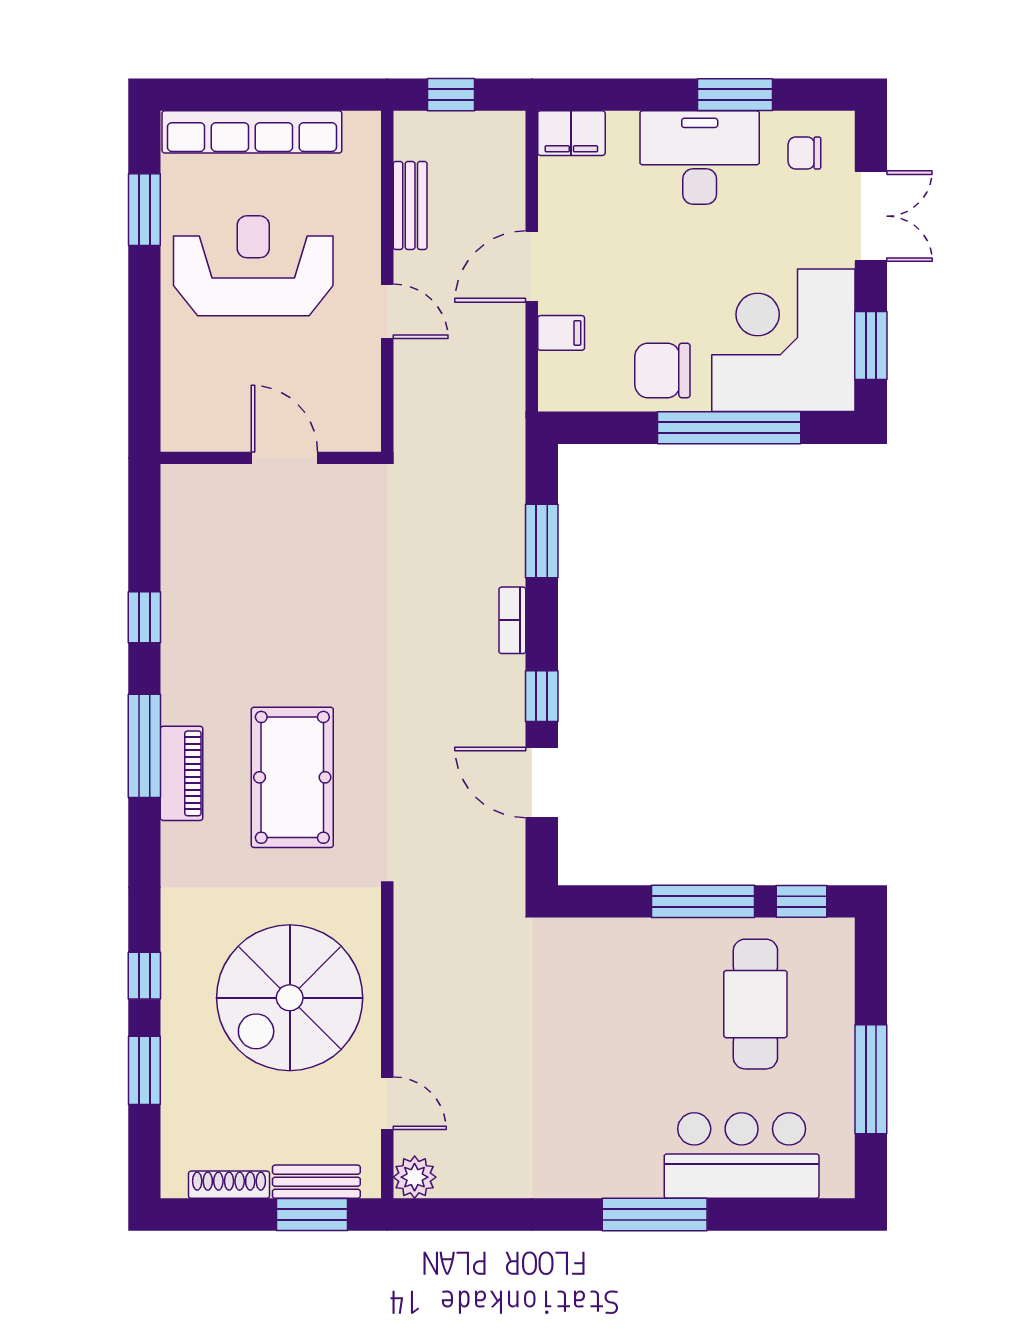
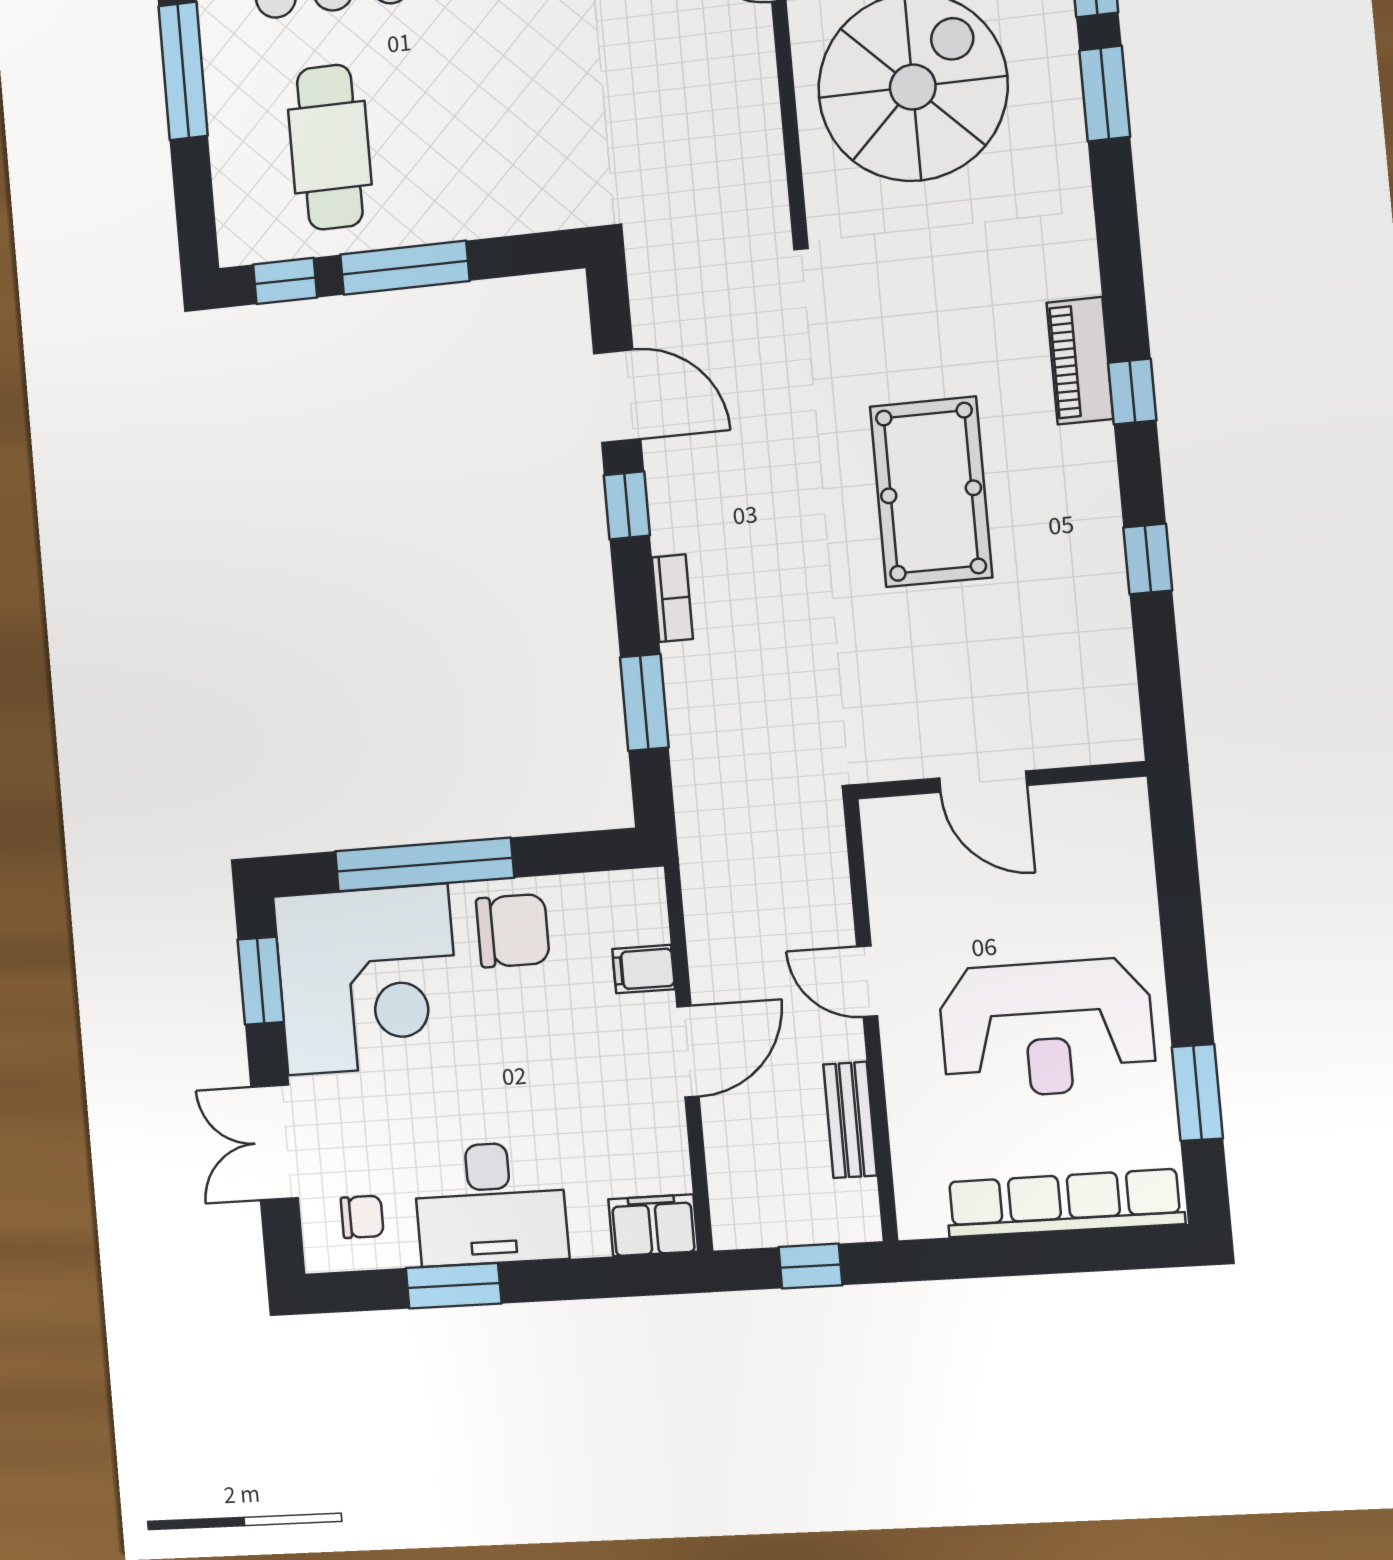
window: (144, 746) -> (1132, 392), width x0.46
pool table: (292, 777) -> (931, 492), moved
window: (144, 976) -> (1105, 94), width x1.50

